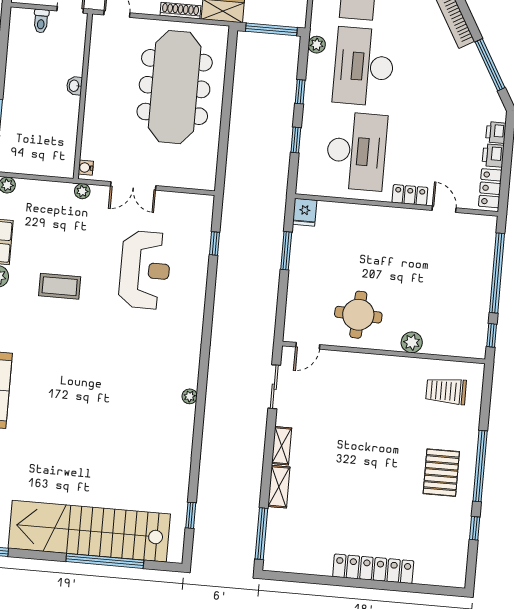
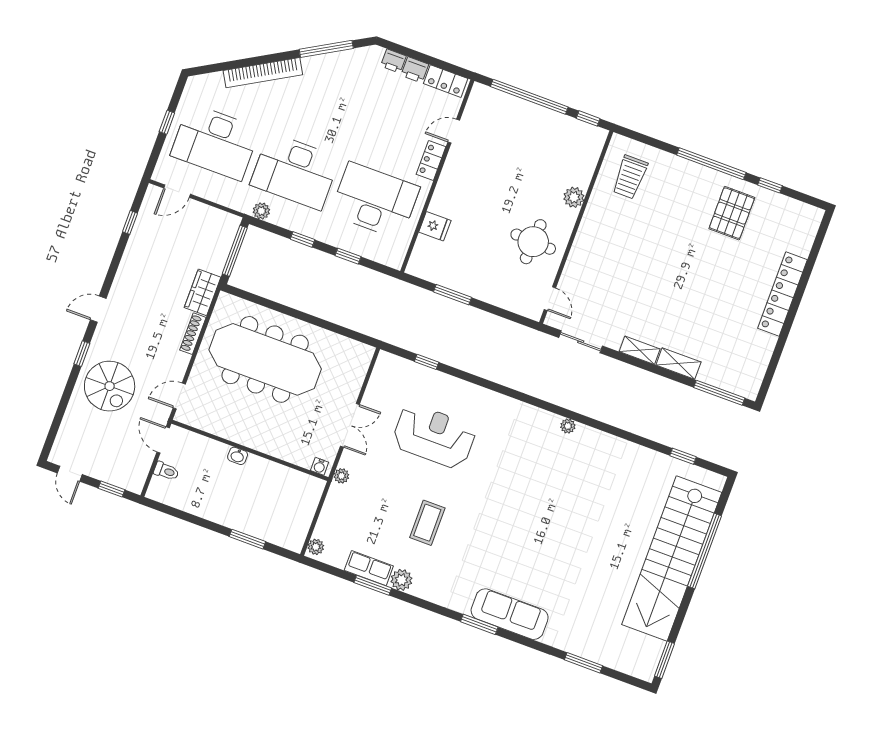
fridge: (305, 212) -> (435, 226), moved
pallet: (441, 473) -> (732, 213), moved, turned 90

